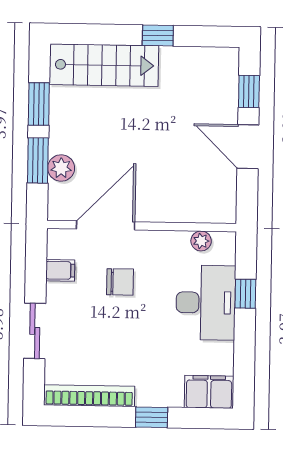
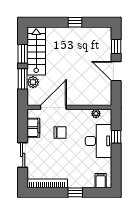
stairs: (104, 65) -> (36, 51), moved, turned -90
filing cabinet: (60, 270) -> (33, 128), width x2.00
filing cabinet: (209, 392) -> (101, 181), width x0.50

